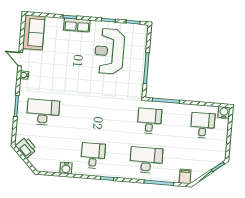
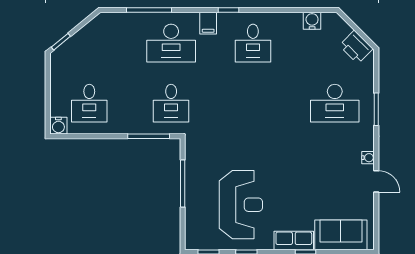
sofa: (34, 32) -> (341, 235), moved, turned 90
water cooler: (66, 168) -> (312, 21), moved
filing cabinet: (185, 176) -> (208, 23), moved

